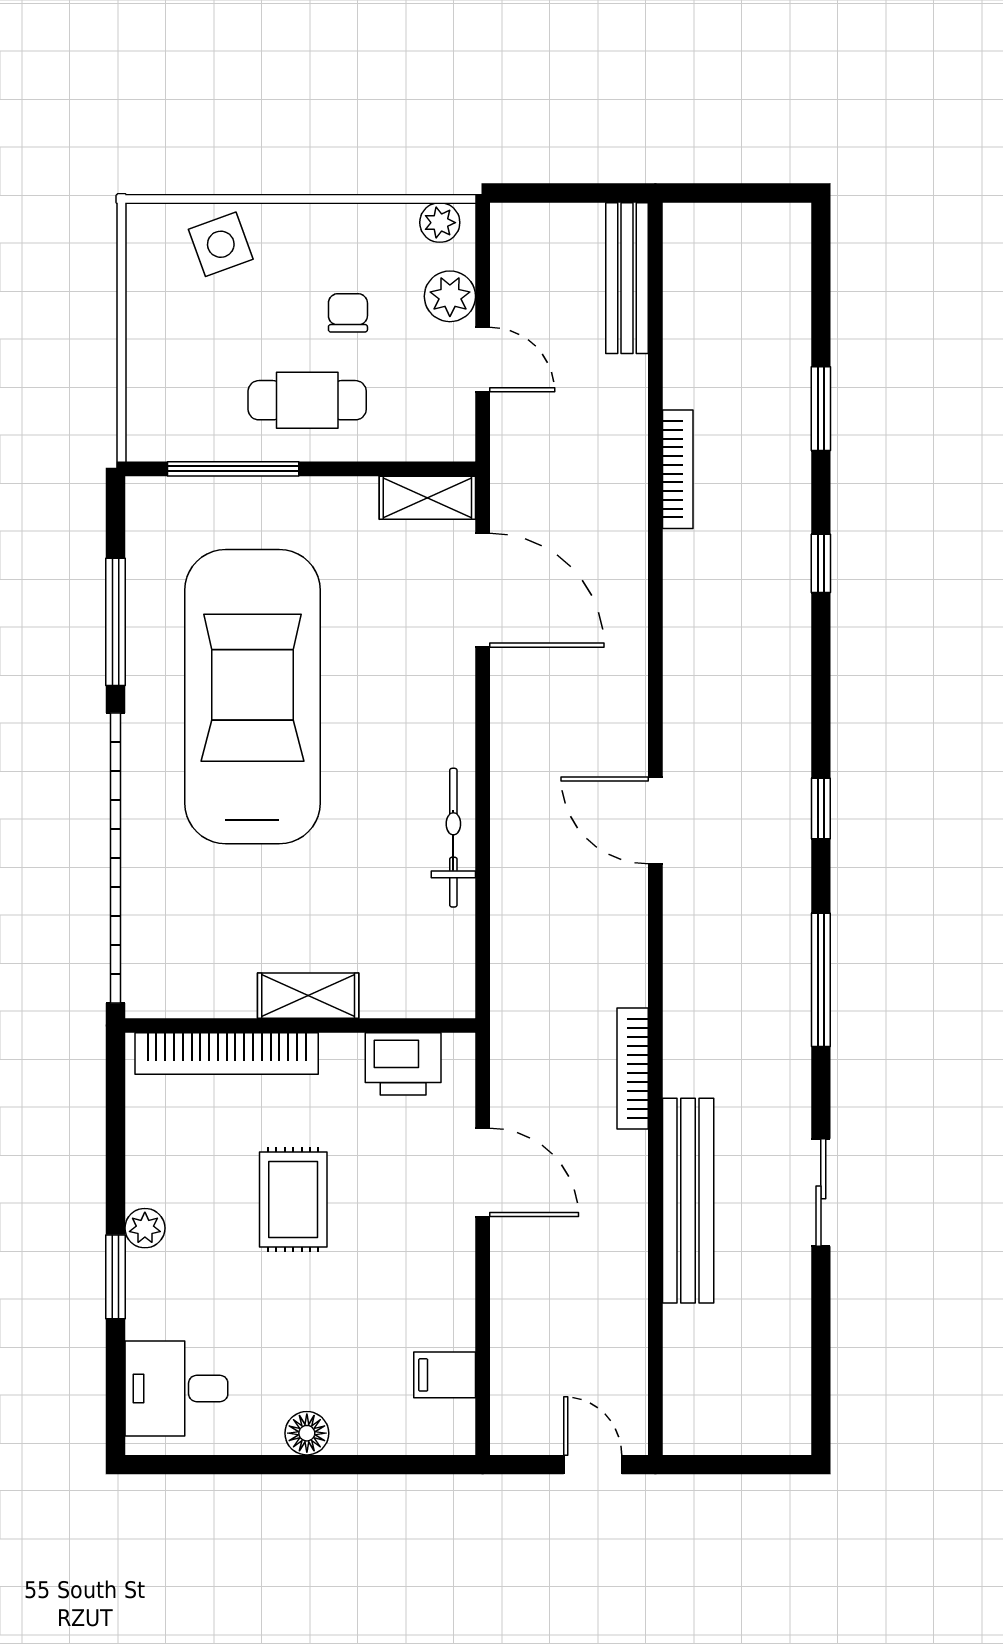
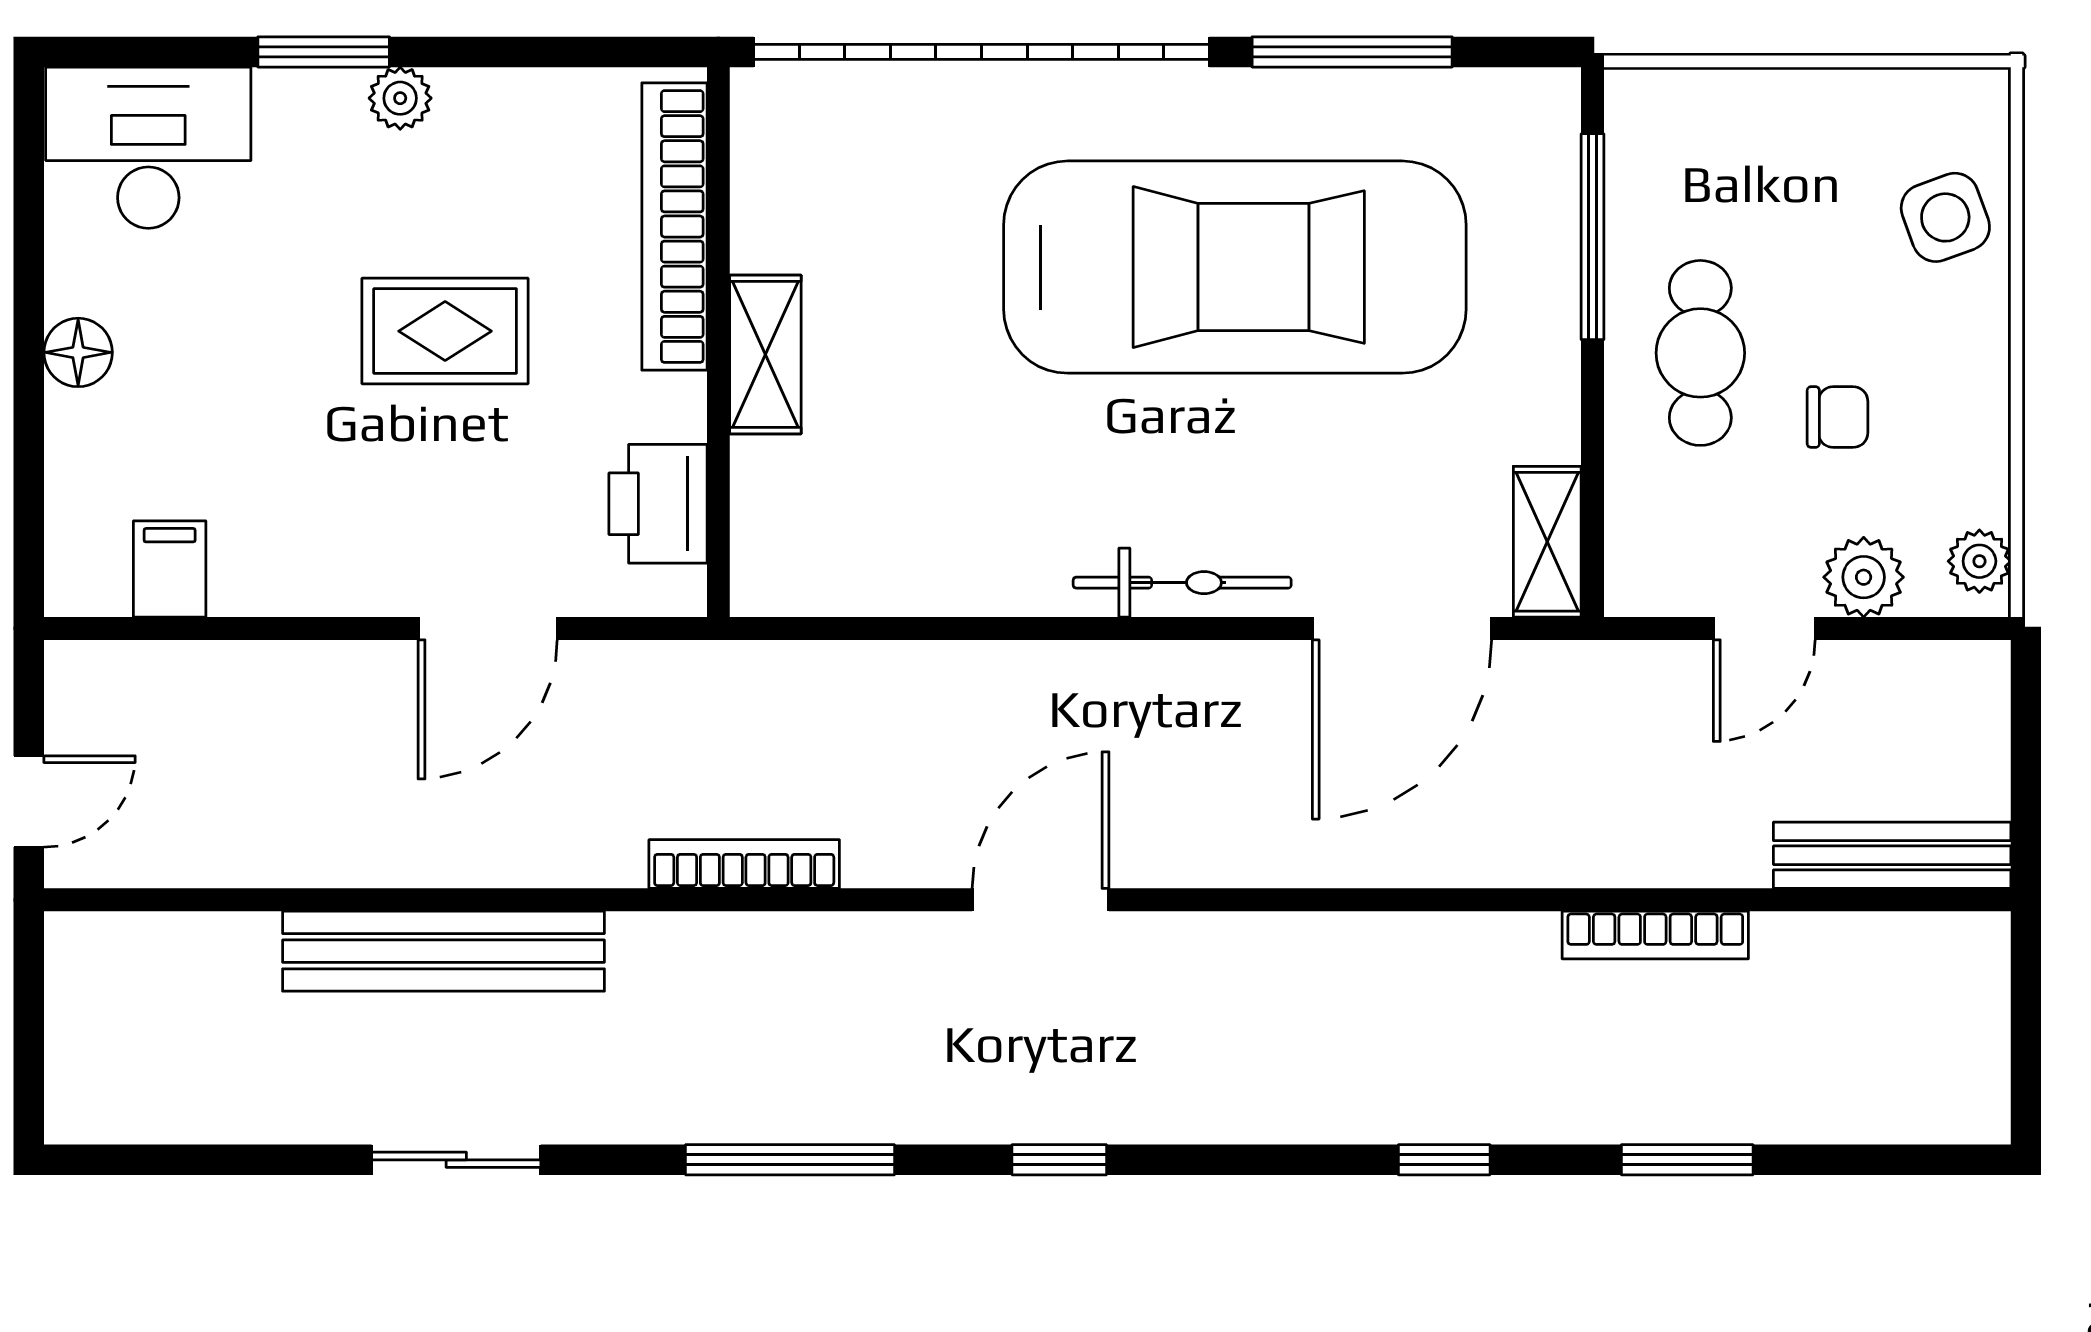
bookcase: (678, 469) -> (1655, 935), moved
bicycle: (453, 838) -> (1182, 583), moved
bookcase: (633, 1068) -> (744, 864), moved
desk: (176, 1388) -> (148, 148), width x1.37

